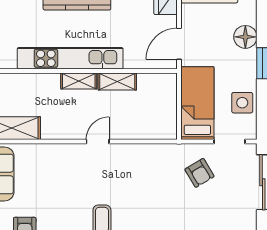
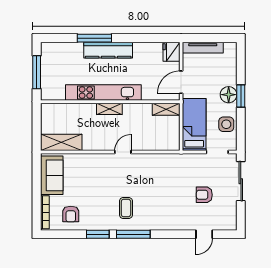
floor lamp: (245, 37) -> (229, 95), moved
shelving: (117, 82) -> (166, 109), moved
armchair: (199, 173) -> (204, 195), moved, turned 121

